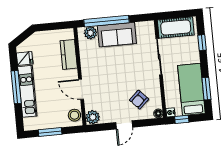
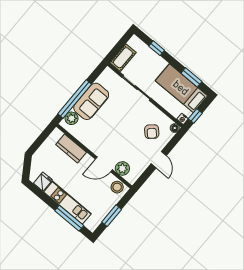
cot: (176, 27) -> (123, 58), width x0.73, depth x0.75
window: (16, 87) -> (69, 218), moved
plant: (93, 117) -> (122, 168), moved

